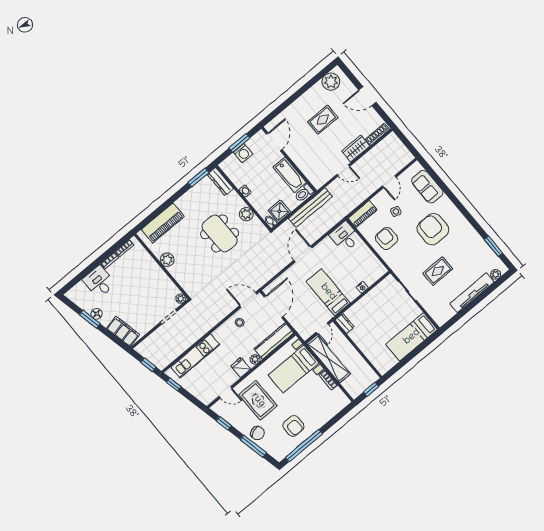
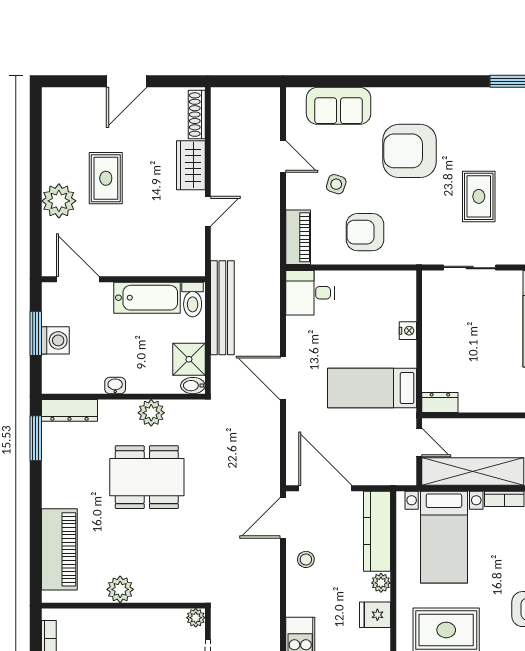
plant: (331, 82) -> (59, 201), moved

